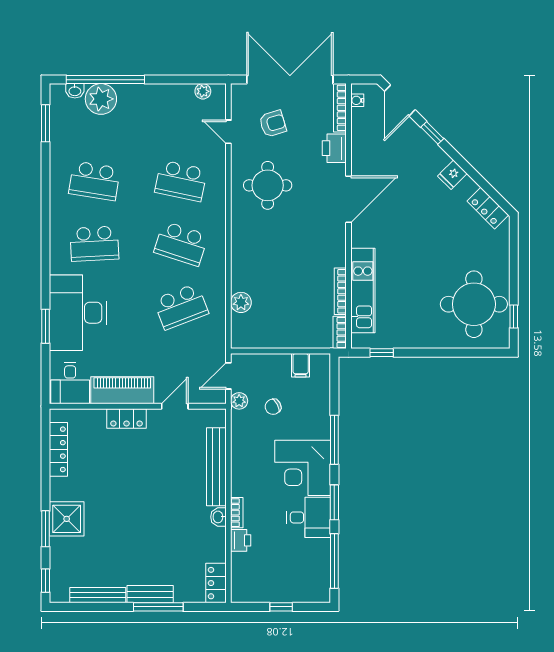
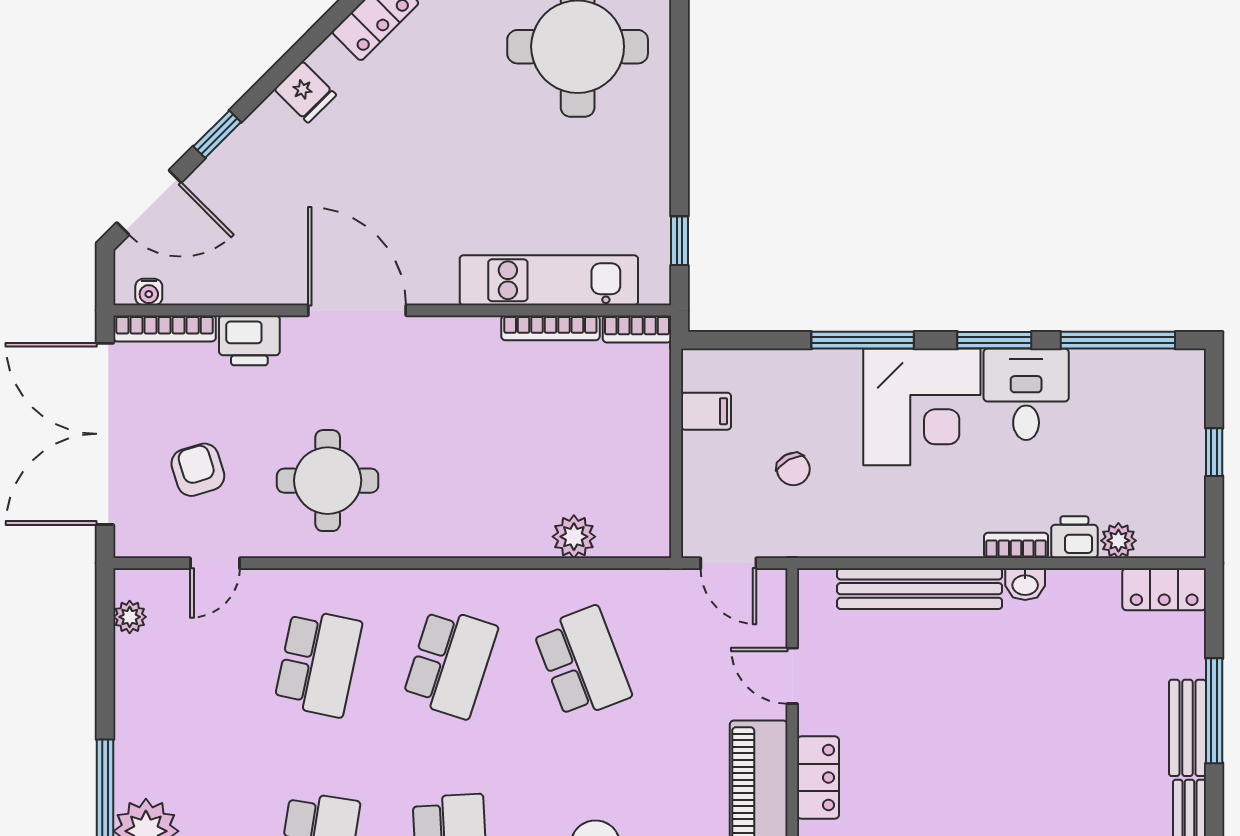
plant: (239, 401) -> (1118, 541), moved

